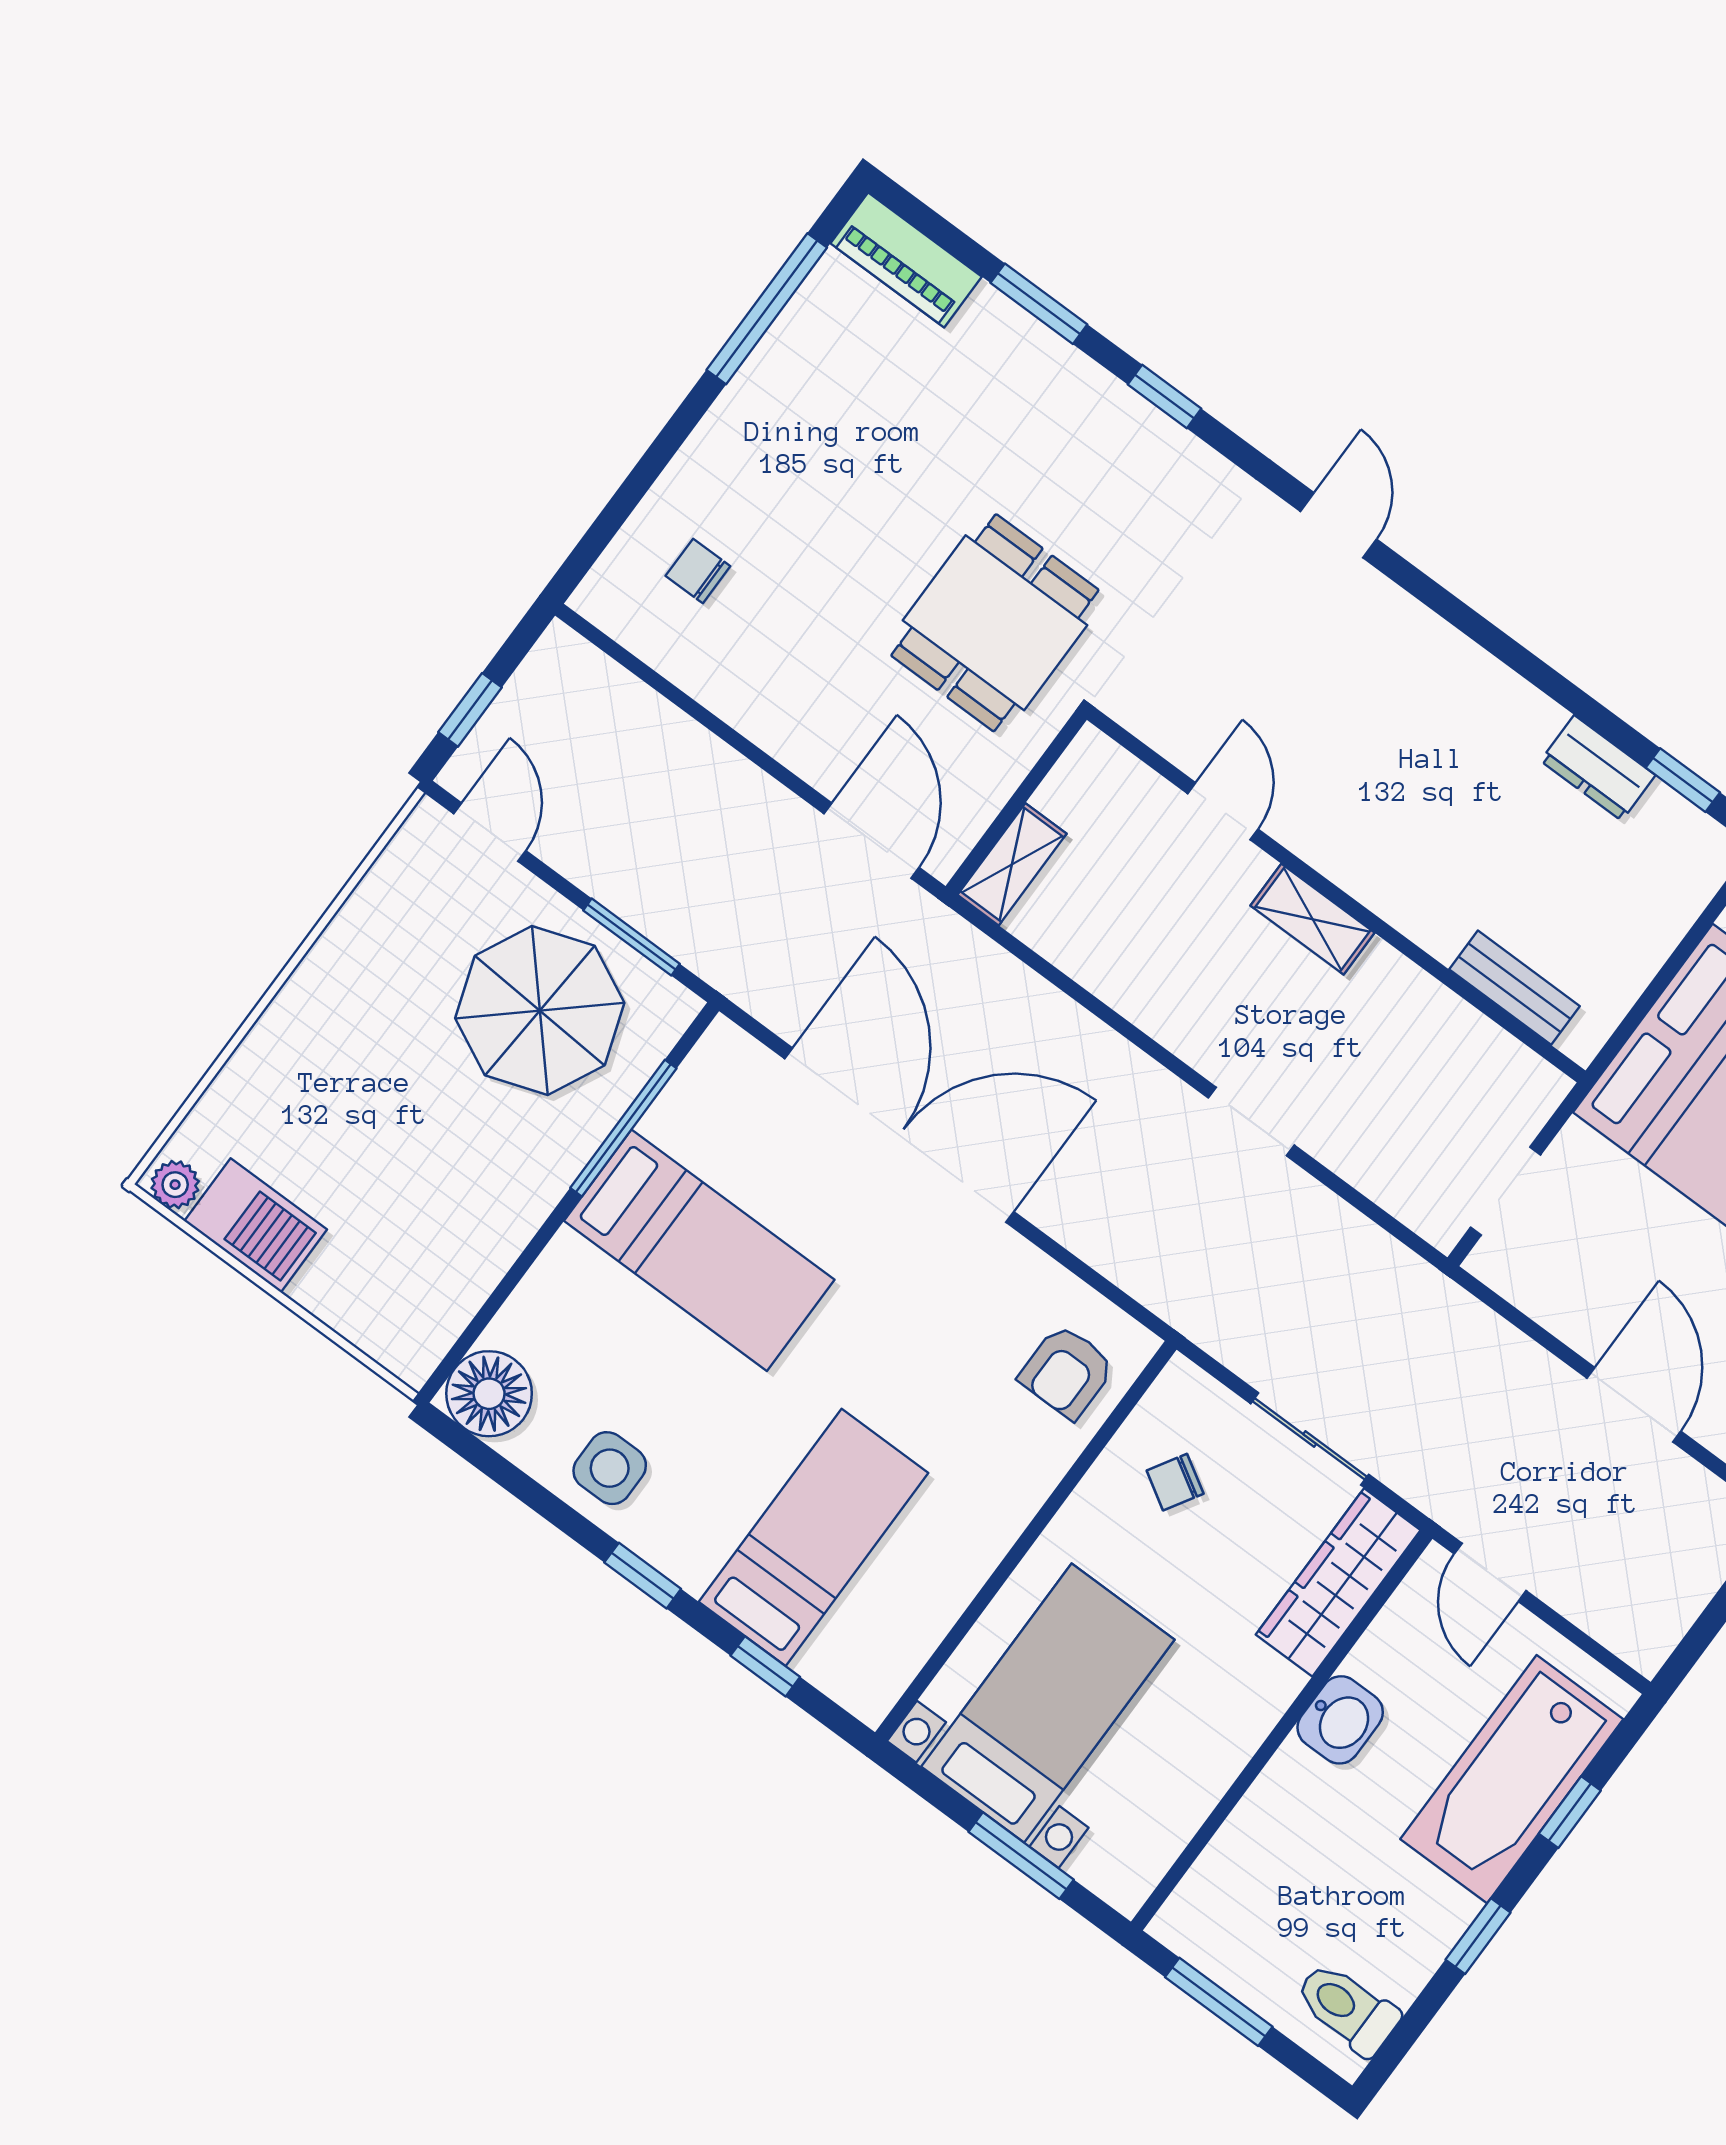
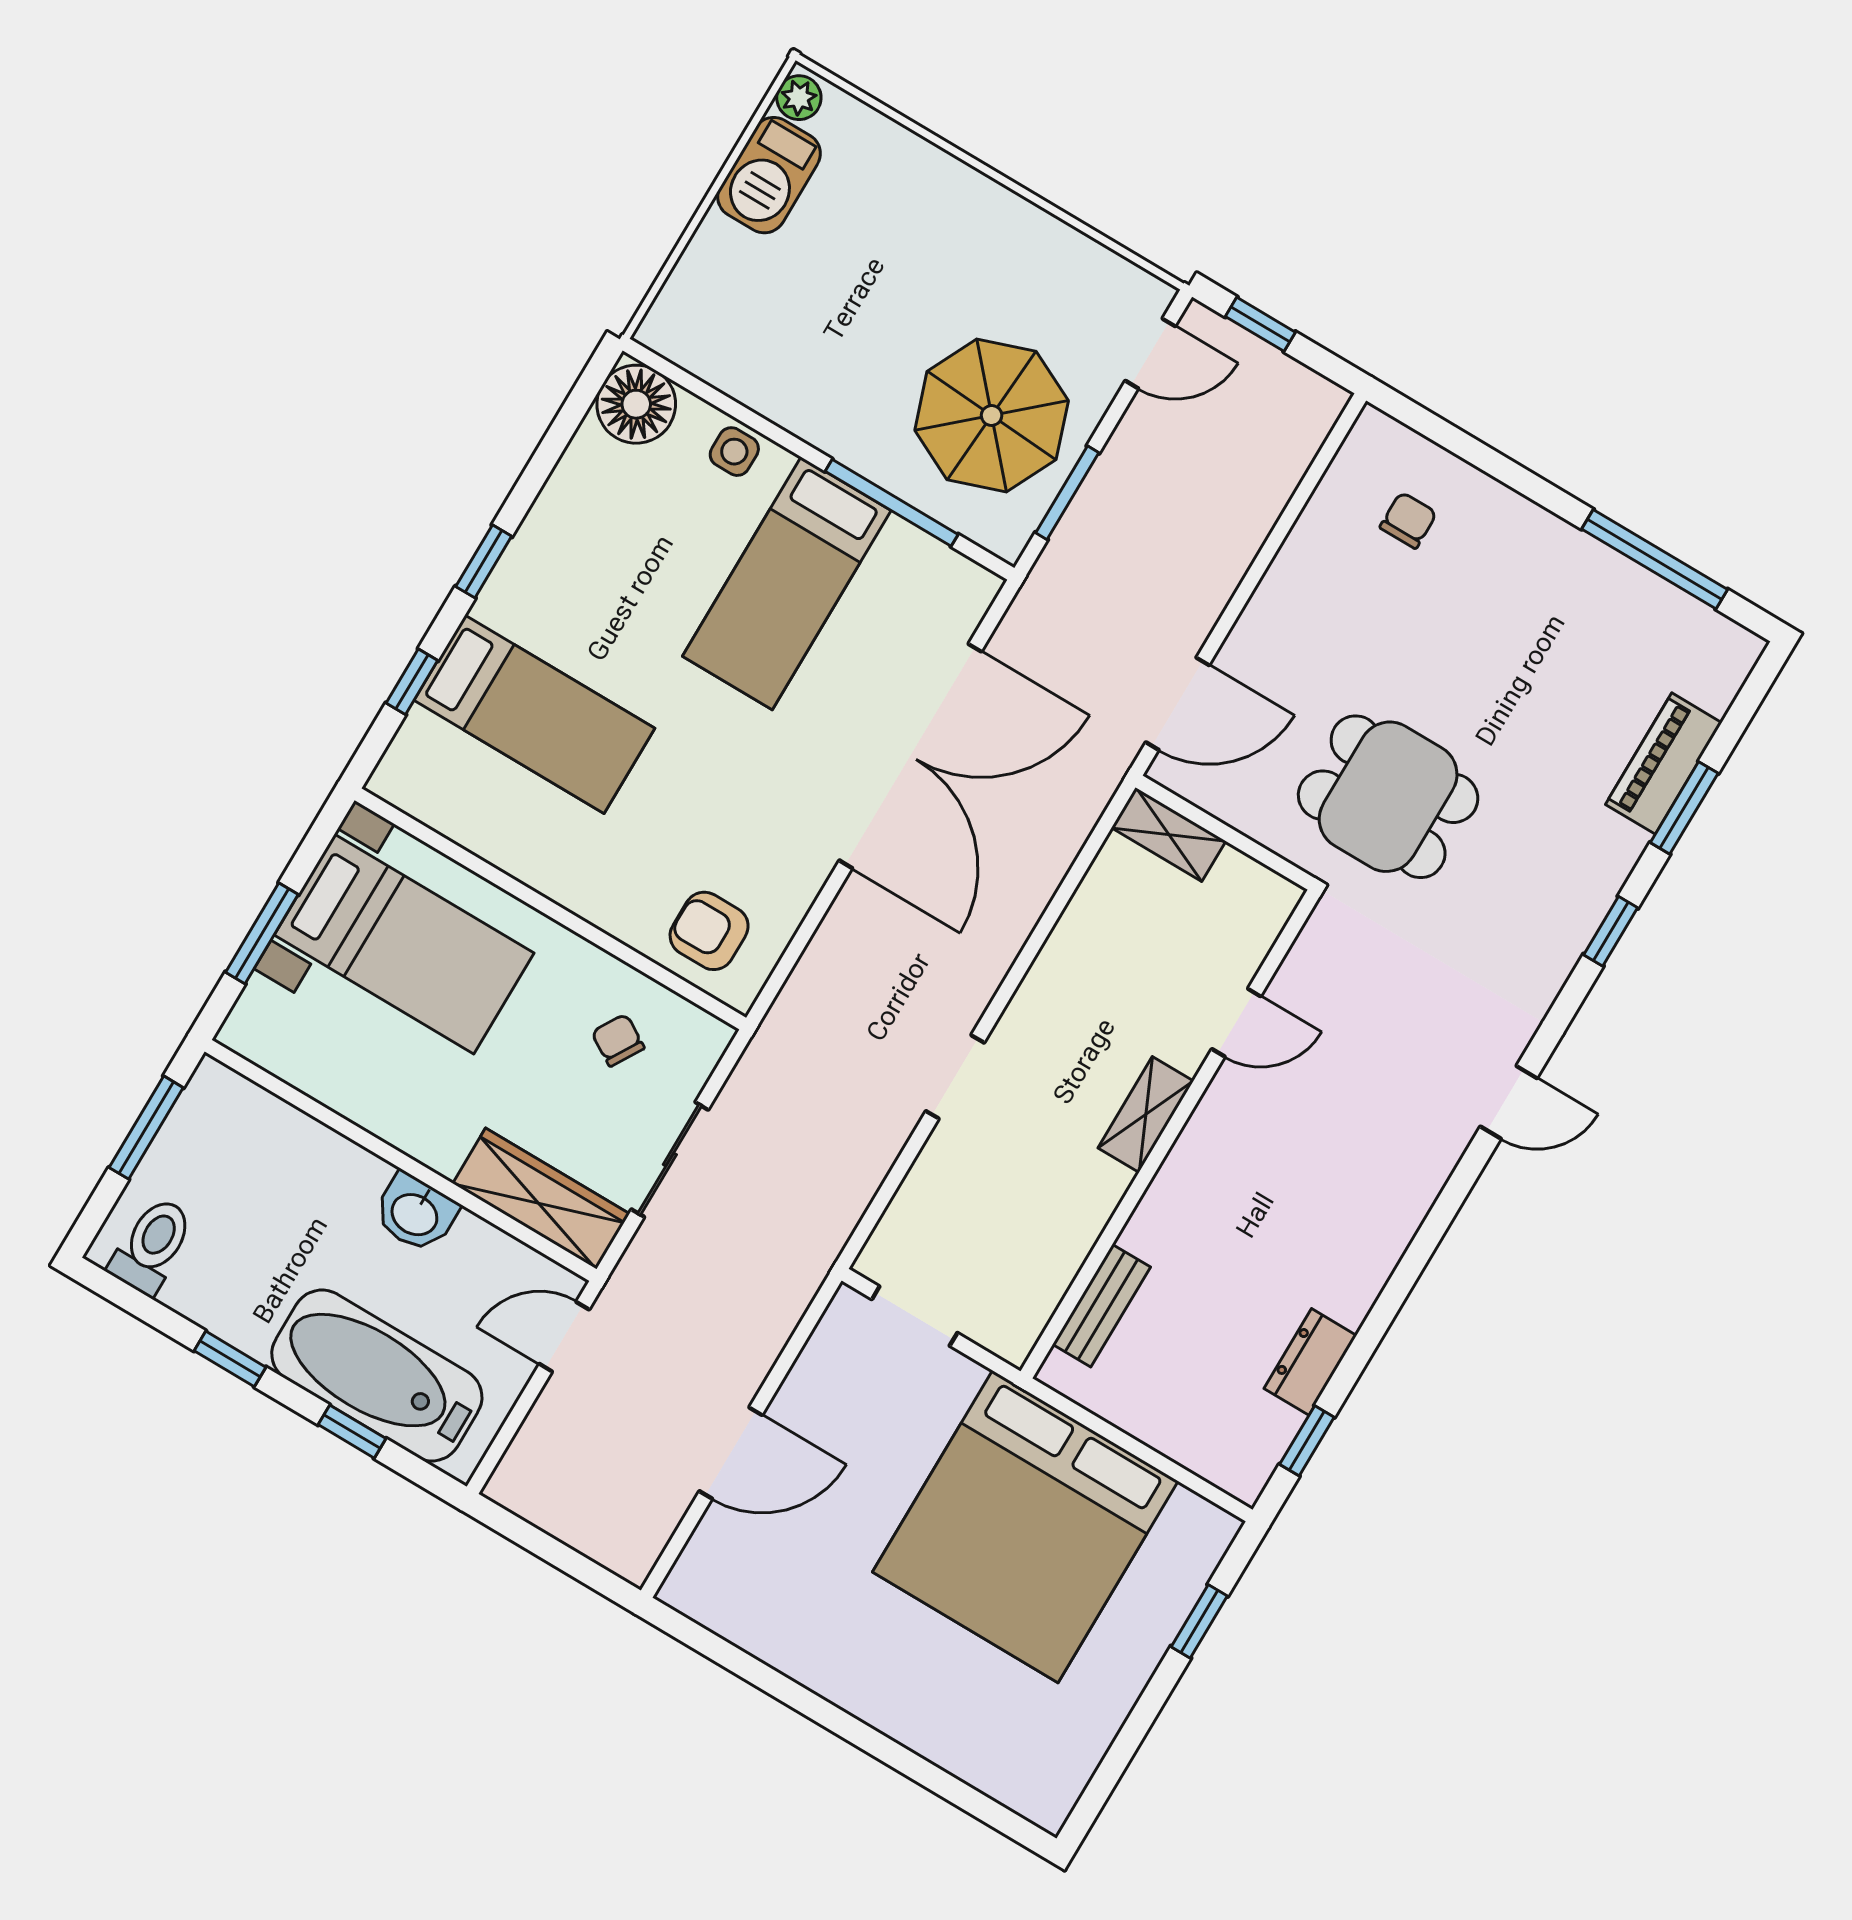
piano: (906, 260) -> (1664, 764), moved
side table: (610, 1468) -> (734, 452), moved, width x0.73, depth x0.73

